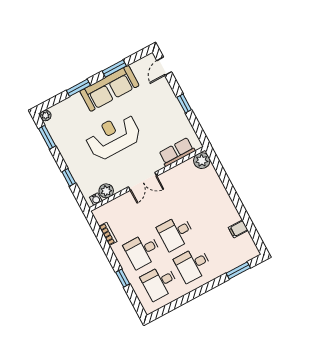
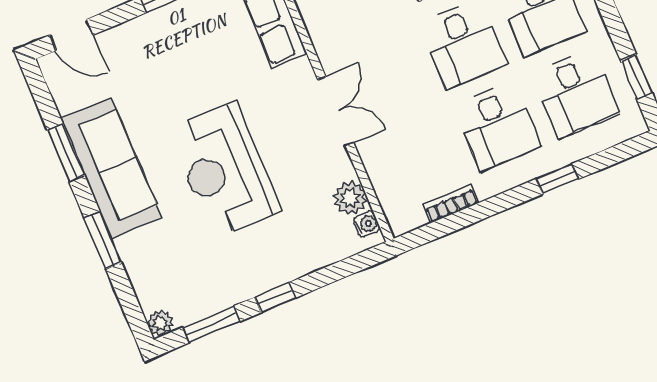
window: (69, 177) -> (275, 297), moved
window: (169, 308) -> (637, 77), added

